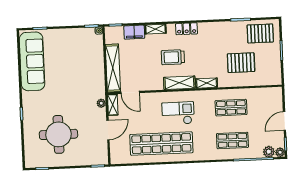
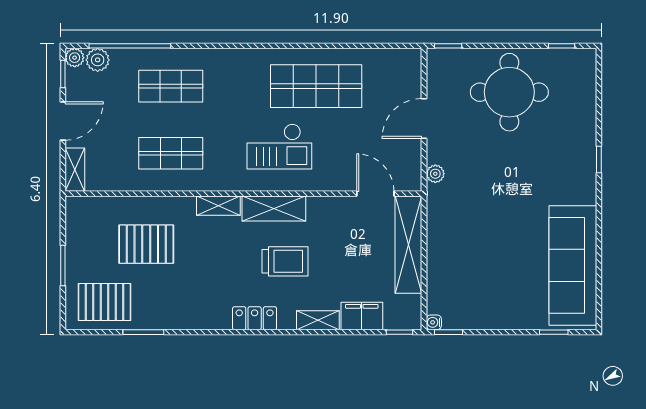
shelving: (113, 105) -> (75, 170), moved
round table: (59, 134) -> (509, 92), moved
shop shelf: (161, 144) -> (316, 86), width x0.71

